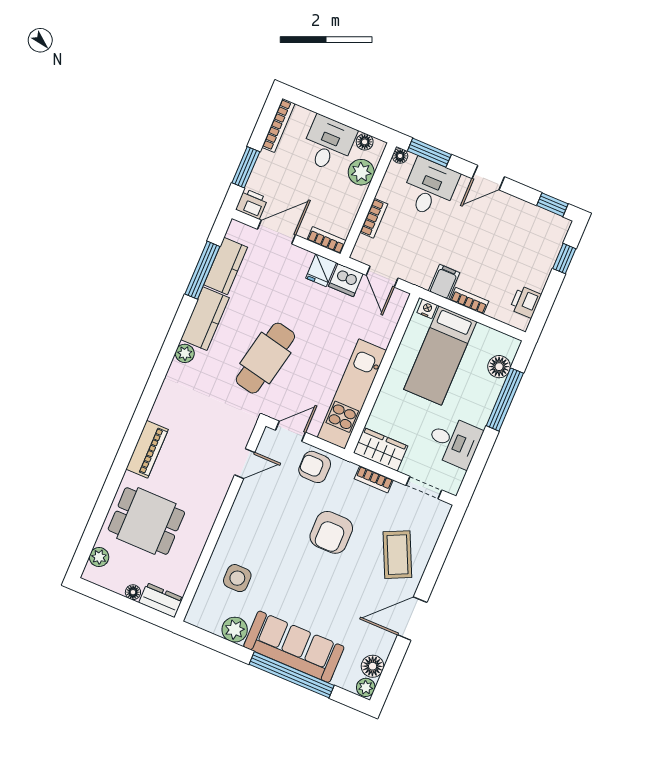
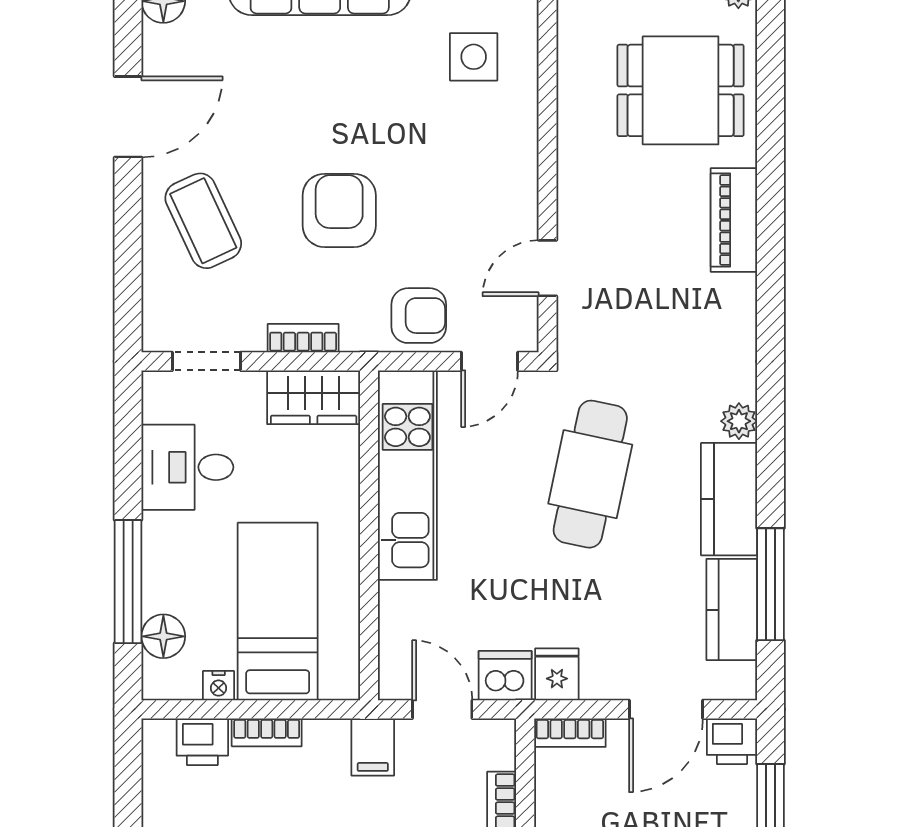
filing cabinet: (444, 282) -> (373, 747), moved
printer: (526, 302) -> (202, 742), moved, turned 90
nightstand: (427, 309) -> (219, 686), moved

